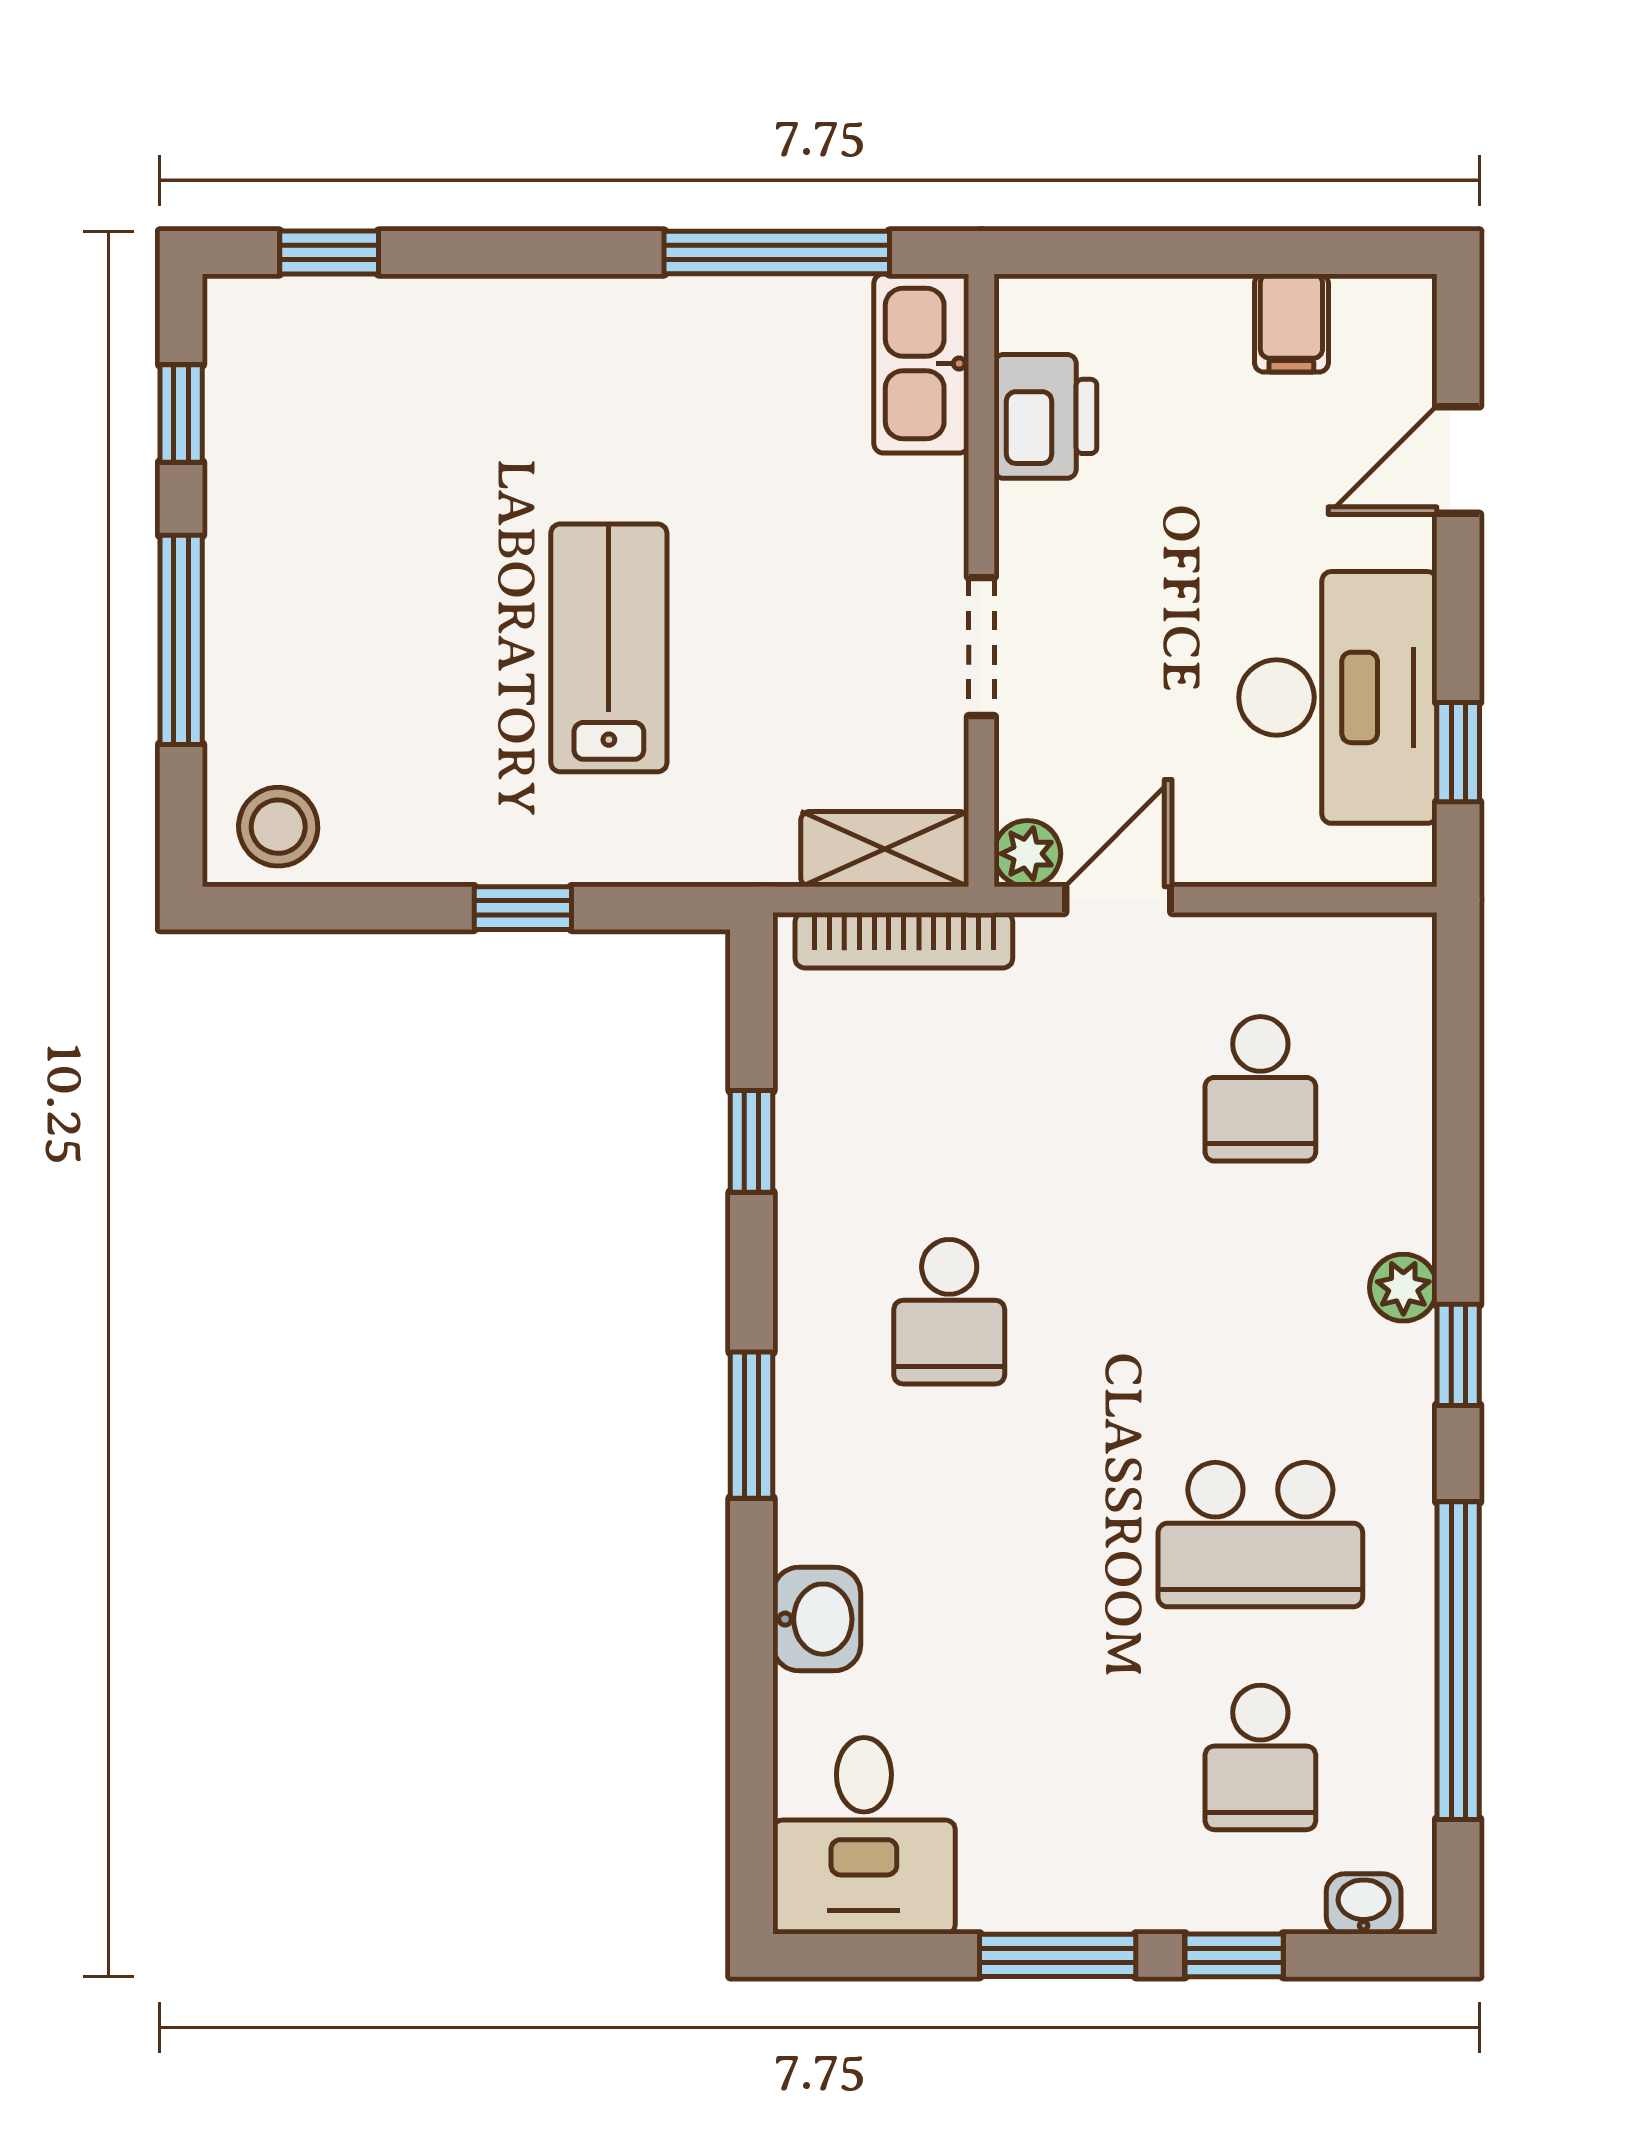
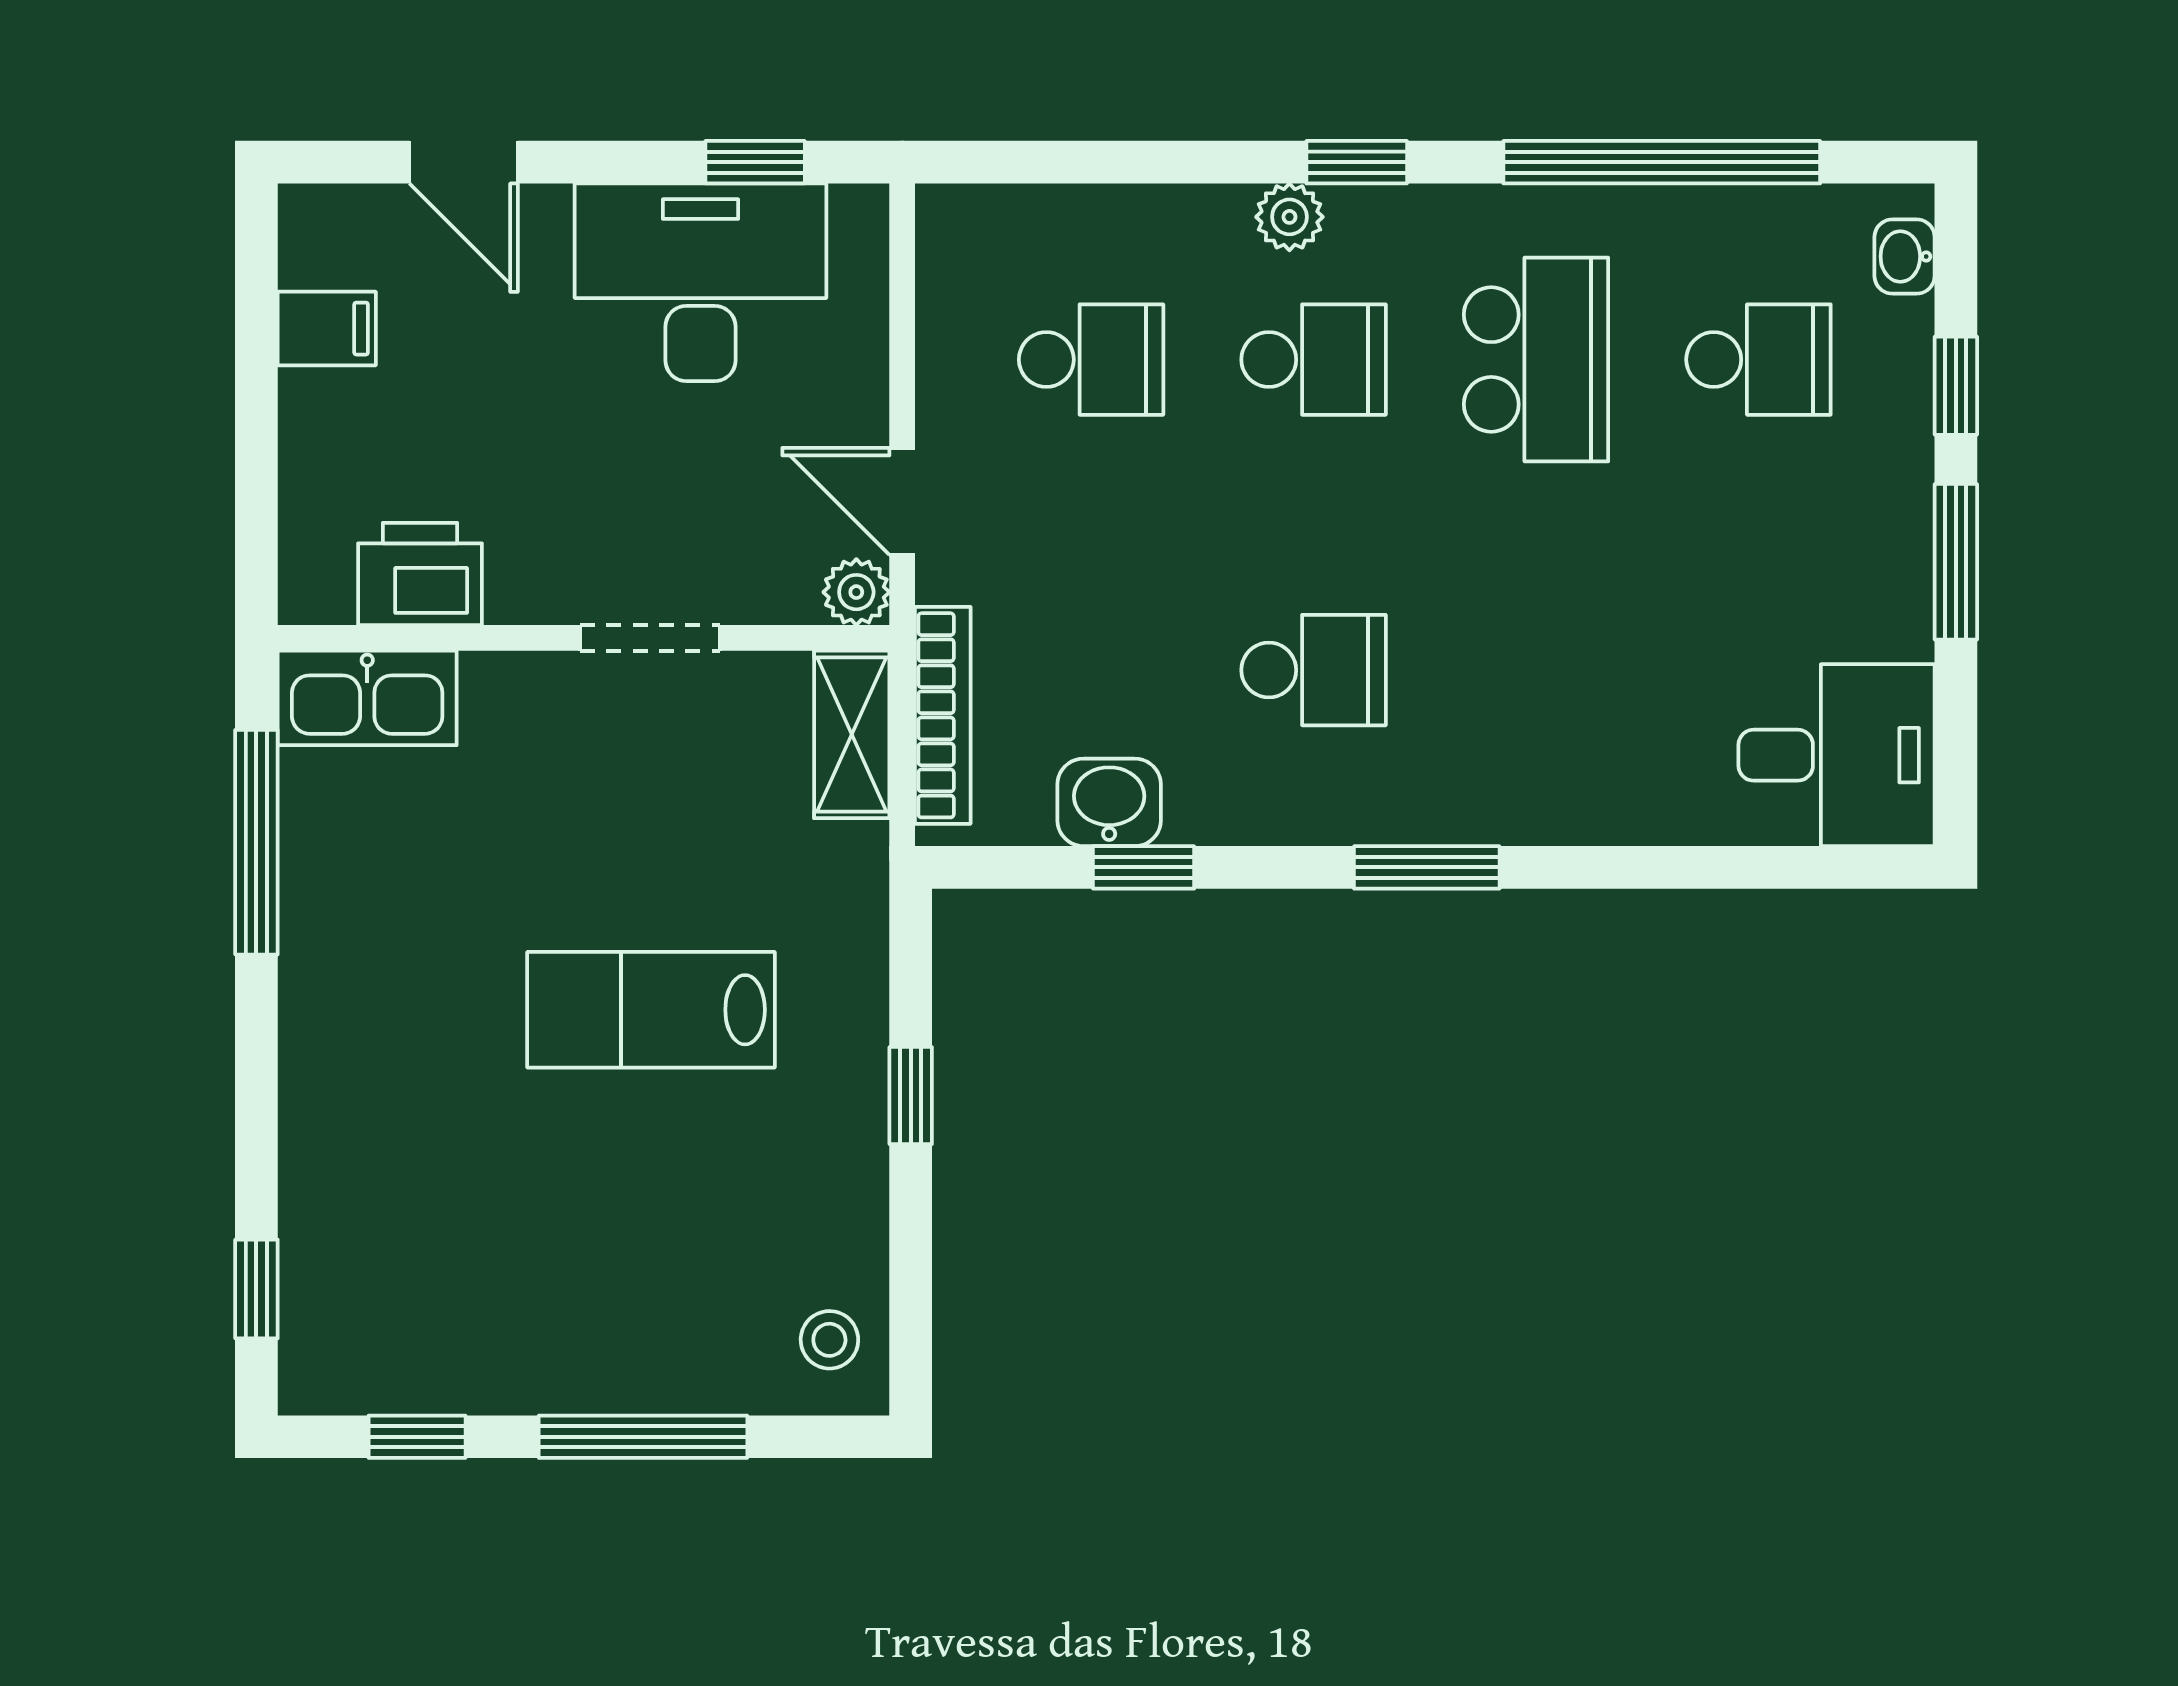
stool: (278, 827) -> (829, 1340), width x0.73, depth x0.73
school desk: (1260, 1312) -> (1314, 360), added
washbasin: (817, 1619) -> (1109, 802), moved

